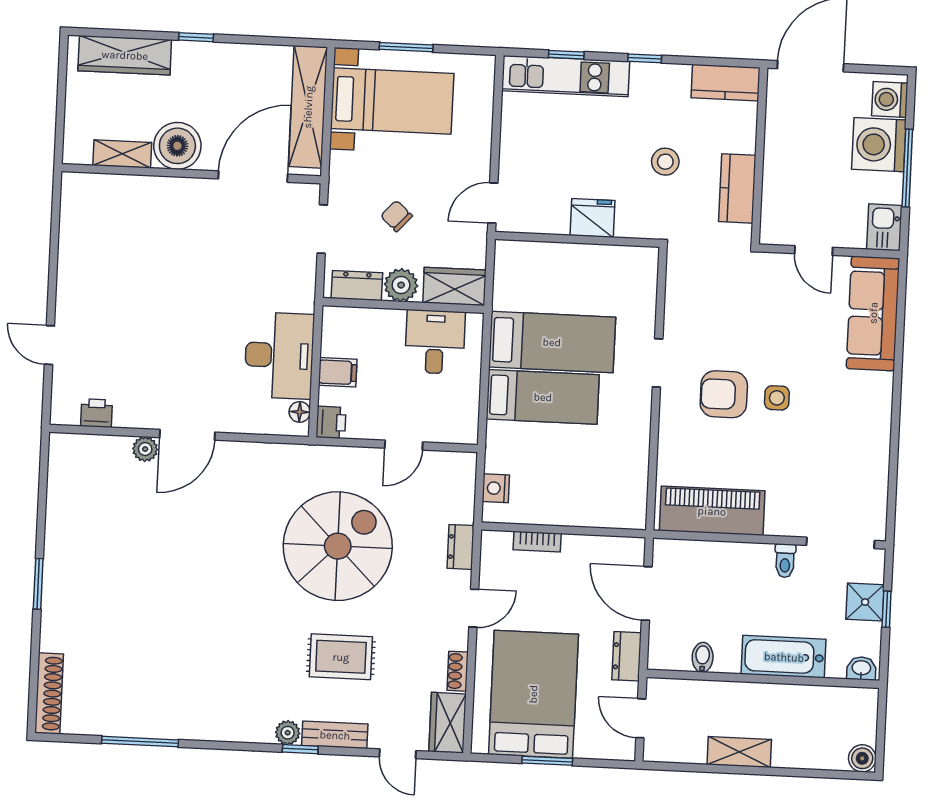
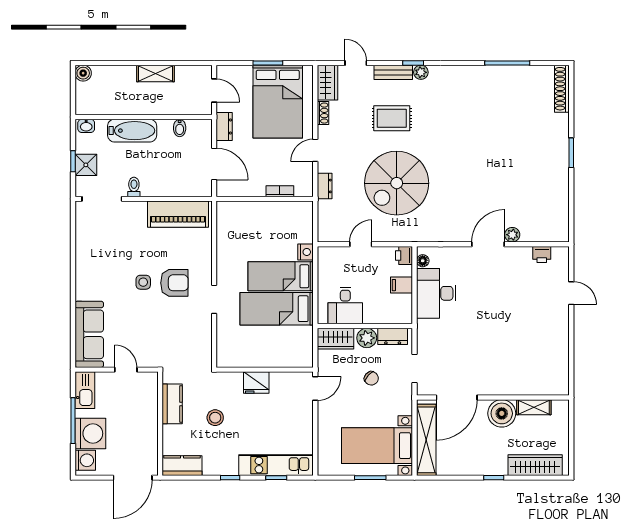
kitchen sink: (884, 227) -> (85, 390), width x1.38
nightstand: (496, 488) -> (306, 252), moved

